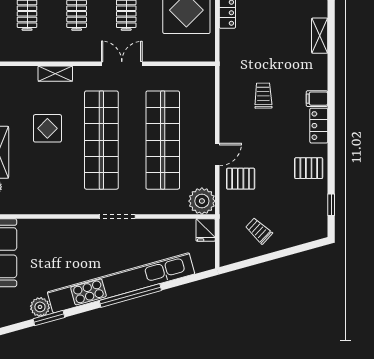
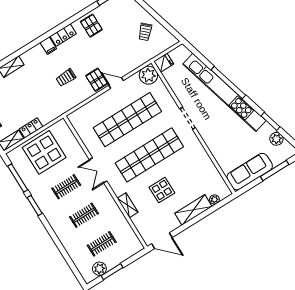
pallet: (241, 179) -> (97, 80), moved
plant: (40, 307) -> (276, 139), moved

